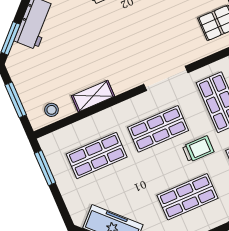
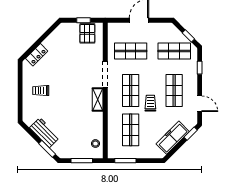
shelving: (93, 96) -> (98, 99), moved
trolley: (198, 149) -> (150, 103), moved

